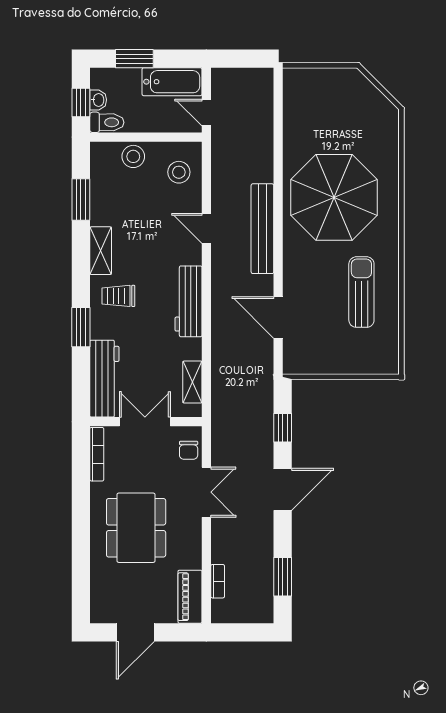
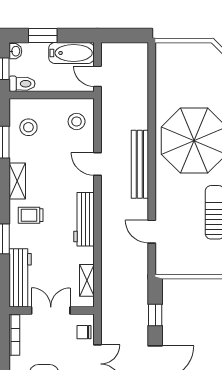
washbasin: (98, 100) -> (15, 51), moved
stool: (133, 156) -> (28, 127), moved
door: (278, 318) -> (152, 232), width x0.73
chair: (189, 450) -> (84, 332), turned 90

